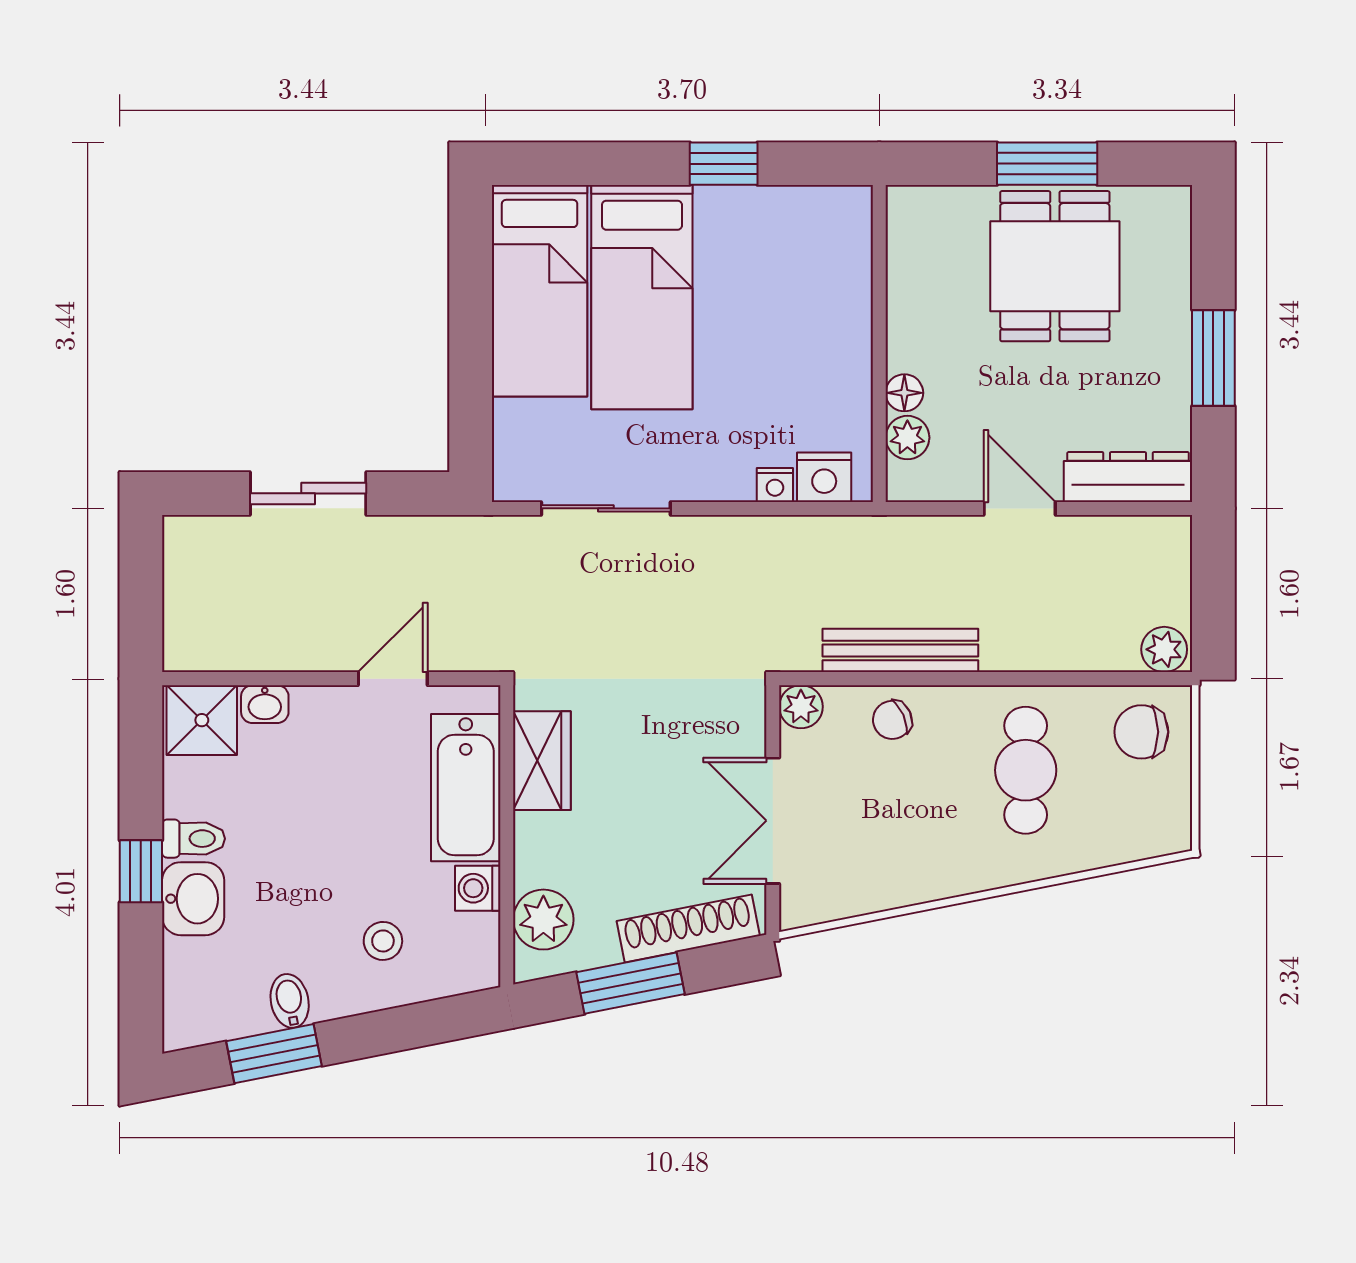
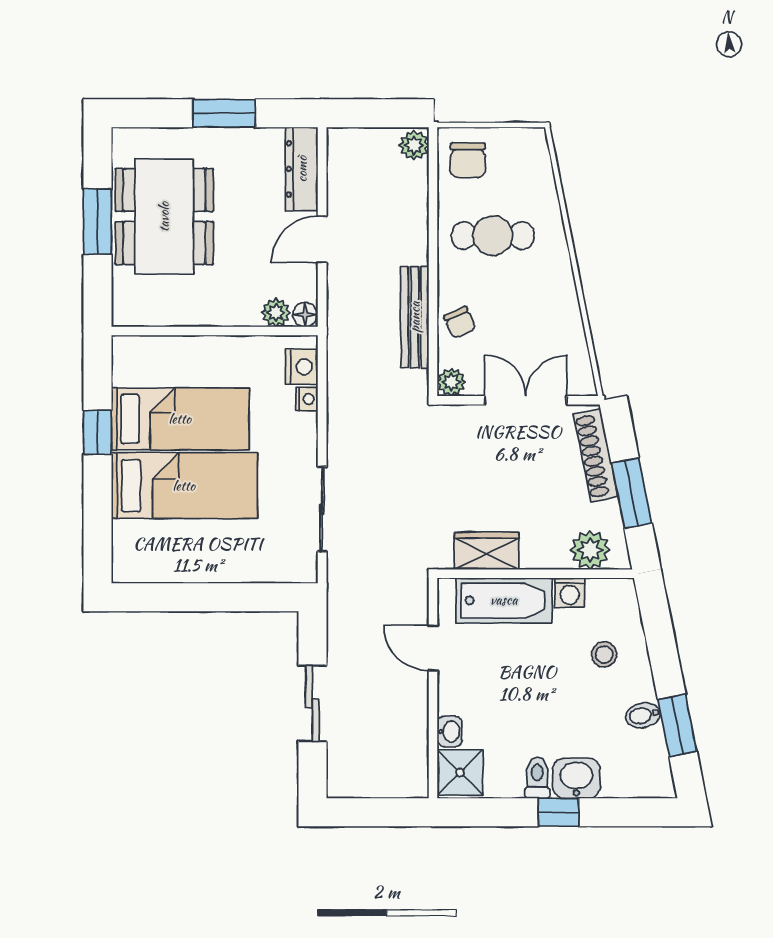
dining table: (1055, 266) -> (164, 217), width x1.38
bed: (540, 291) -> (180, 419), moved
floor lamp: (904, 393) -> (305, 315), moved
double door: (773, 821) -> (526, 400), swing flipped

